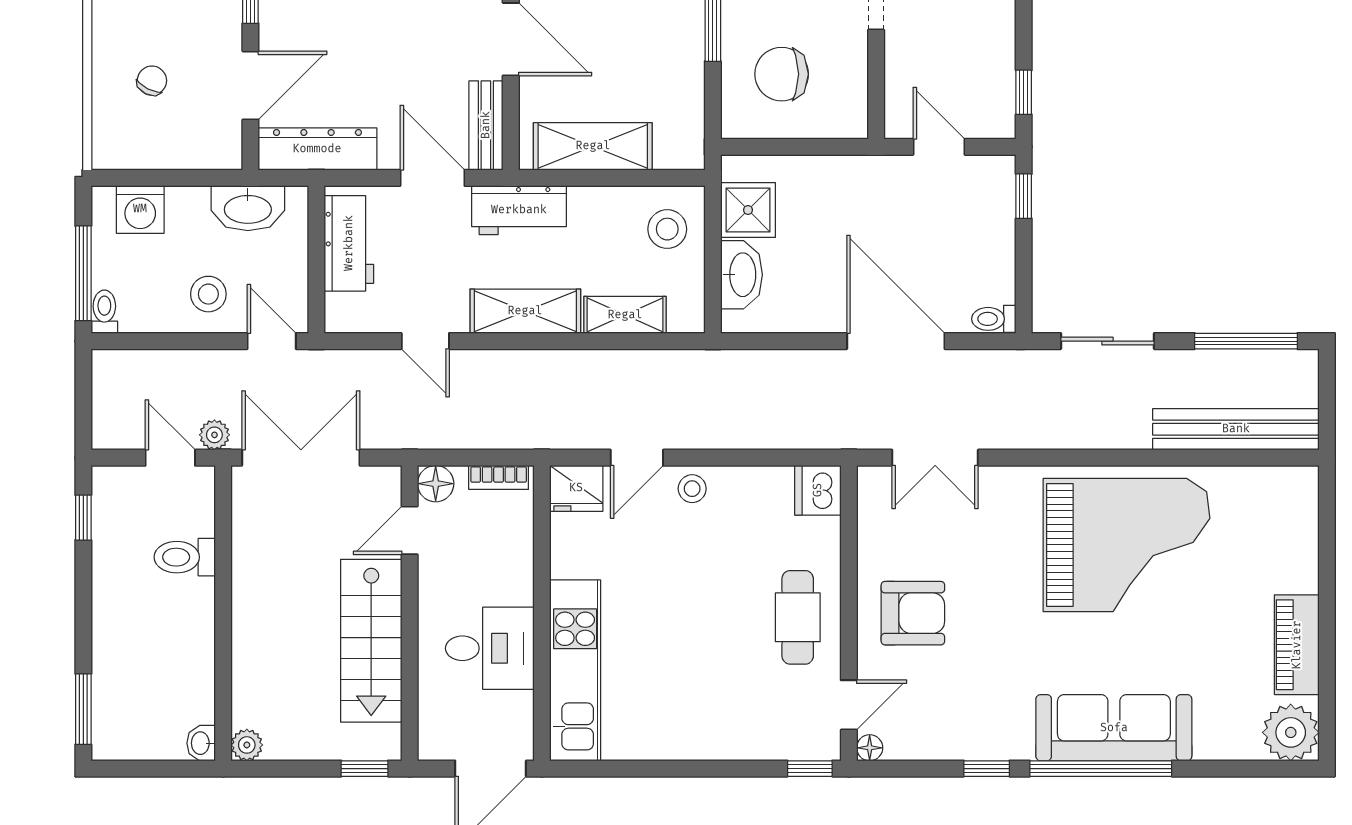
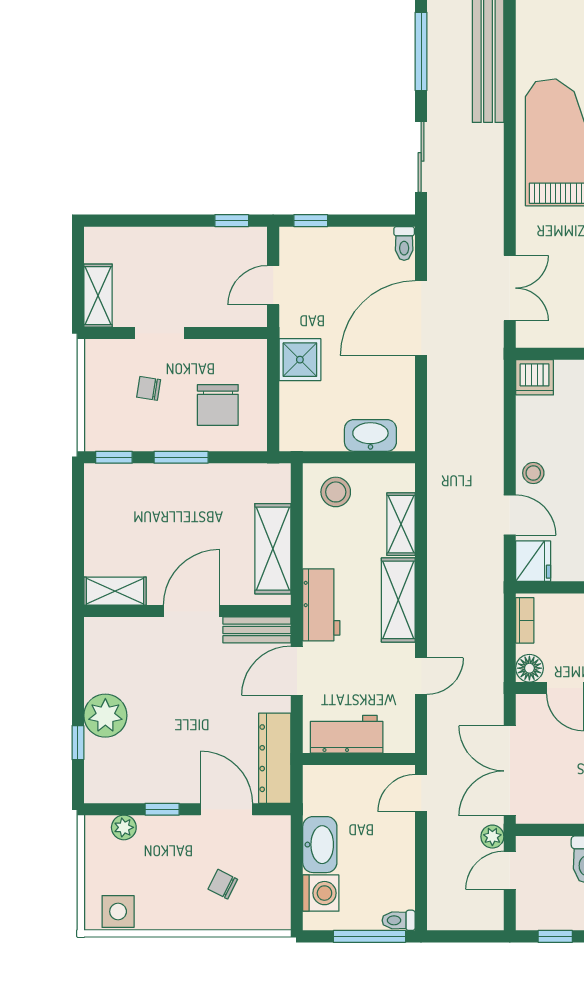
washbasin: (248, 208) -> (320, 845), moved
shower: (748, 210) -> (300, 360), moved
stool: (208, 294) -> (385, 841), removed

